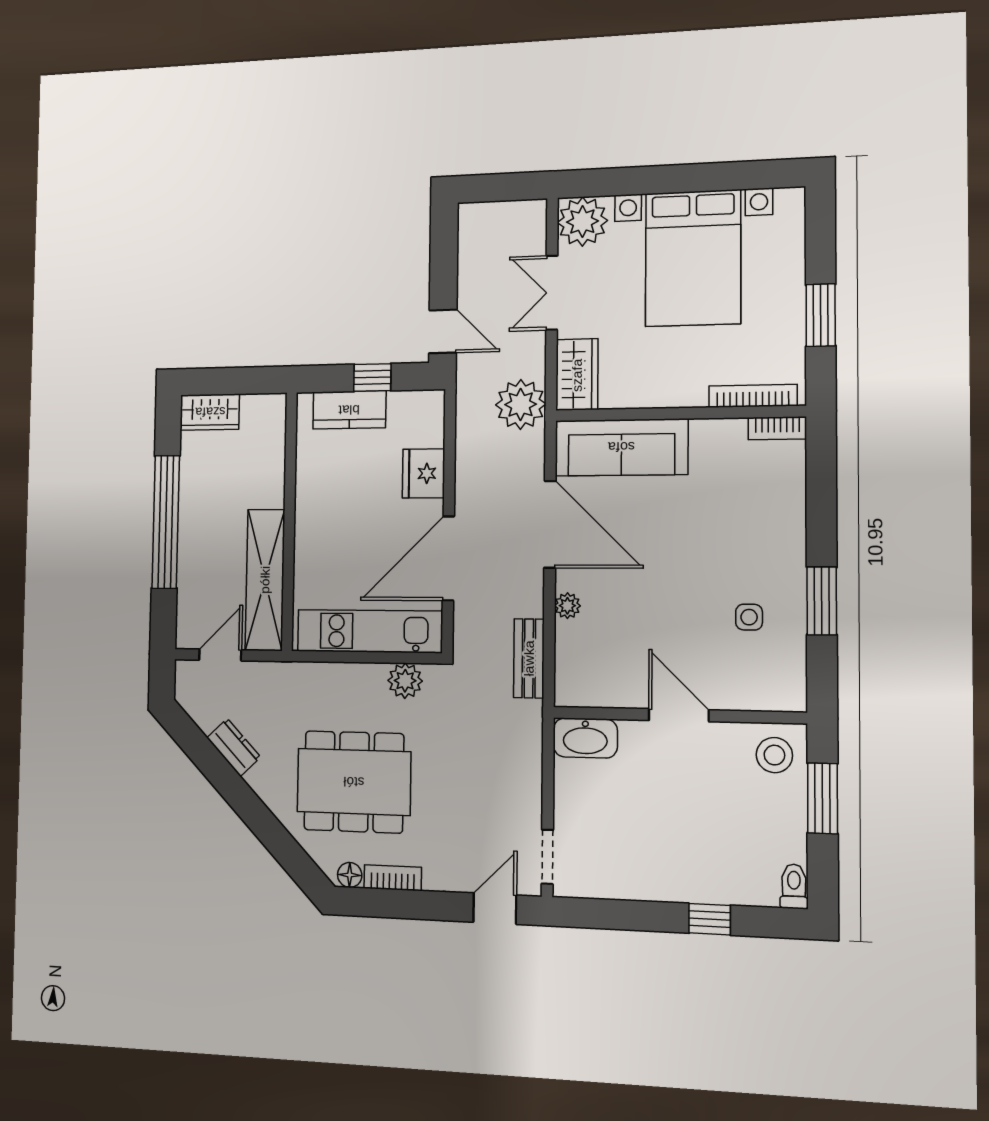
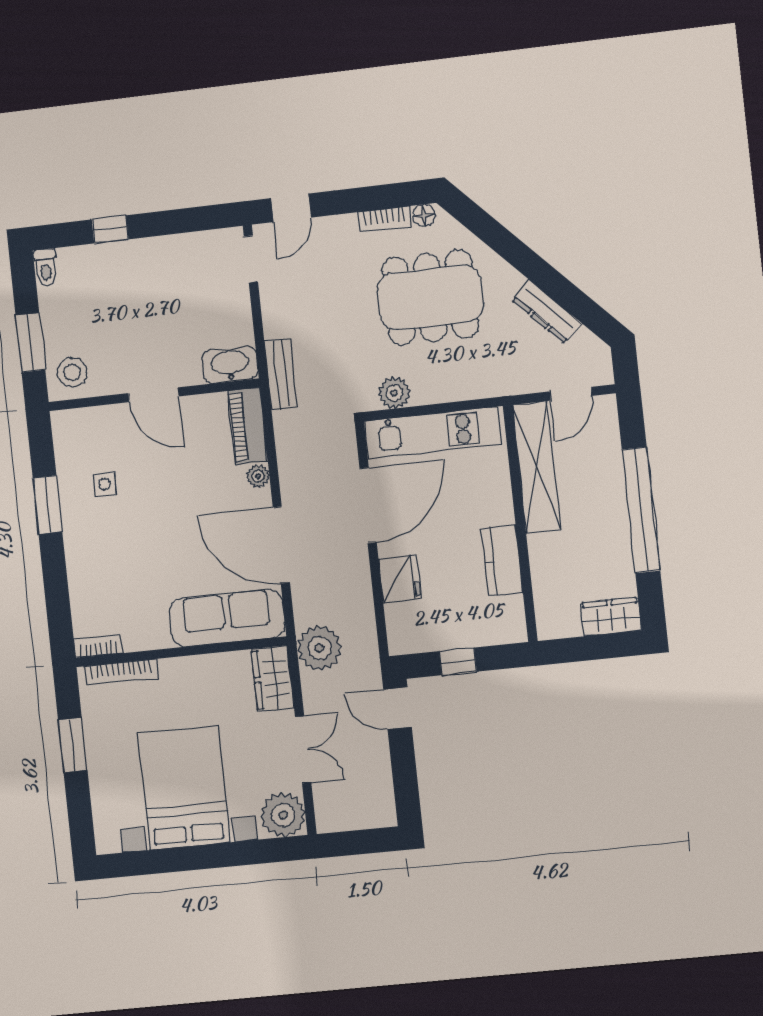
kitchen counter: (349, 410) -> (502, 561), moved, turned -90
bench: (529, 658) -> (281, 374), moved
piano: (573, 664) -> (247, 426), added
dresser: (234, 747) -> (547, 312), width x1.44

